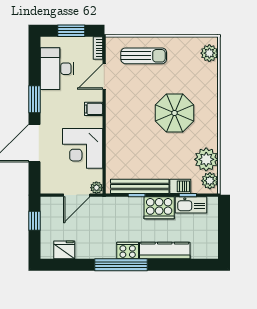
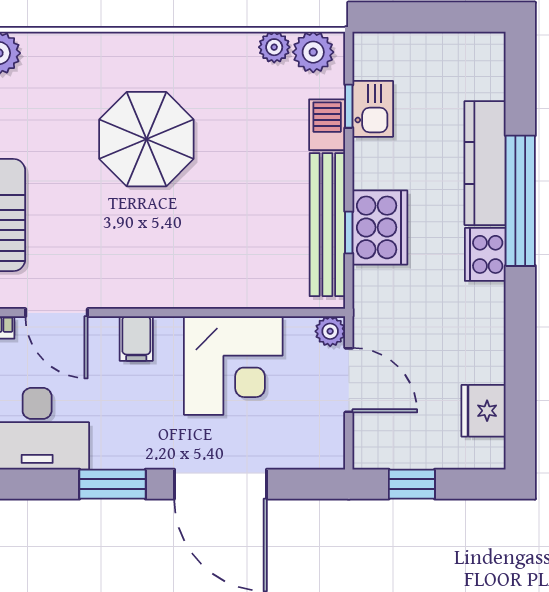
plant: (206, 159) -> (274, 47), width x0.53, depth x0.53
kitchen sink: (191, 205) -> (373, 109), width x0.73
cooker: (159, 208) -> (380, 227), moved
window: (121, 265) -> (520, 201), moved

